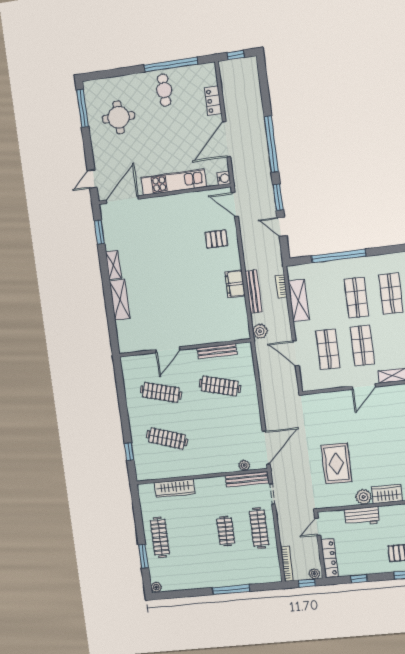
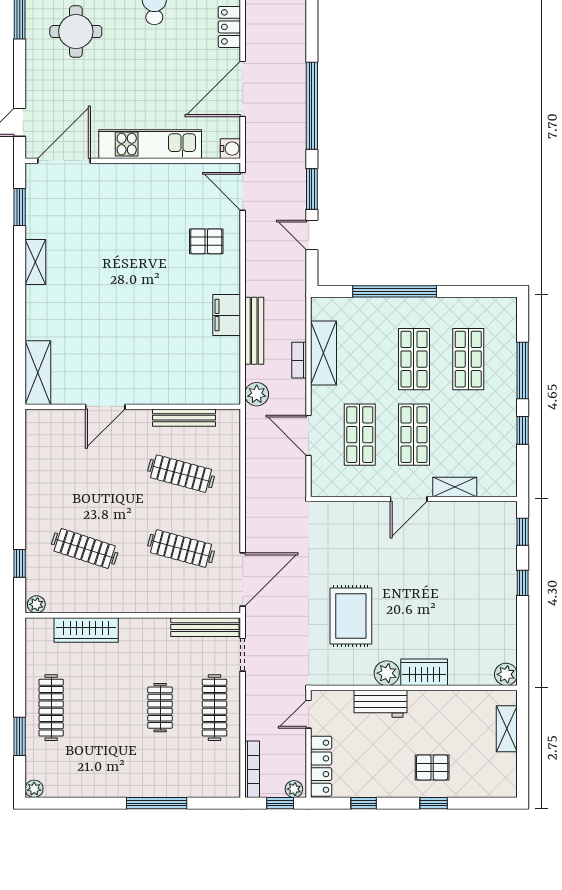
bookcase: (281, 286) -> (299, 360), moved
shelving: (120, 300) -> (38, 373), moved
clothes rail: (161, 392) -> (181, 548), moved
plant: (244, 465) -> (36, 604), moved

